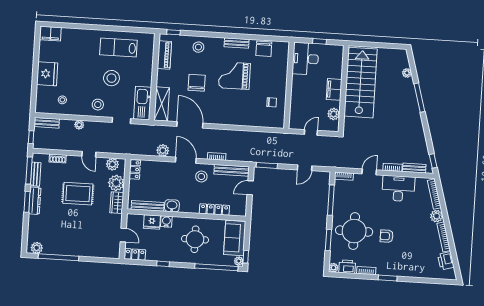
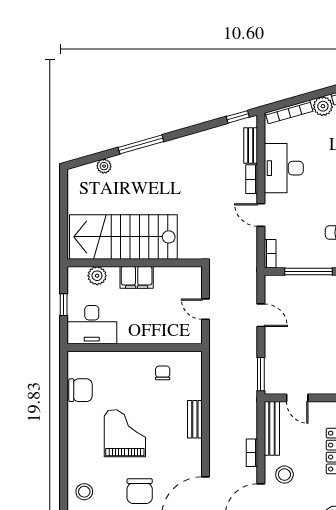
bench: (237, 43) -> (195, 419), moved
grand piano: (234, 76) -> (125, 433), turned 180
chair: (197, 83) -> (140, 491), turned -90
plant: (334, 114) -> (97, 276), moved

